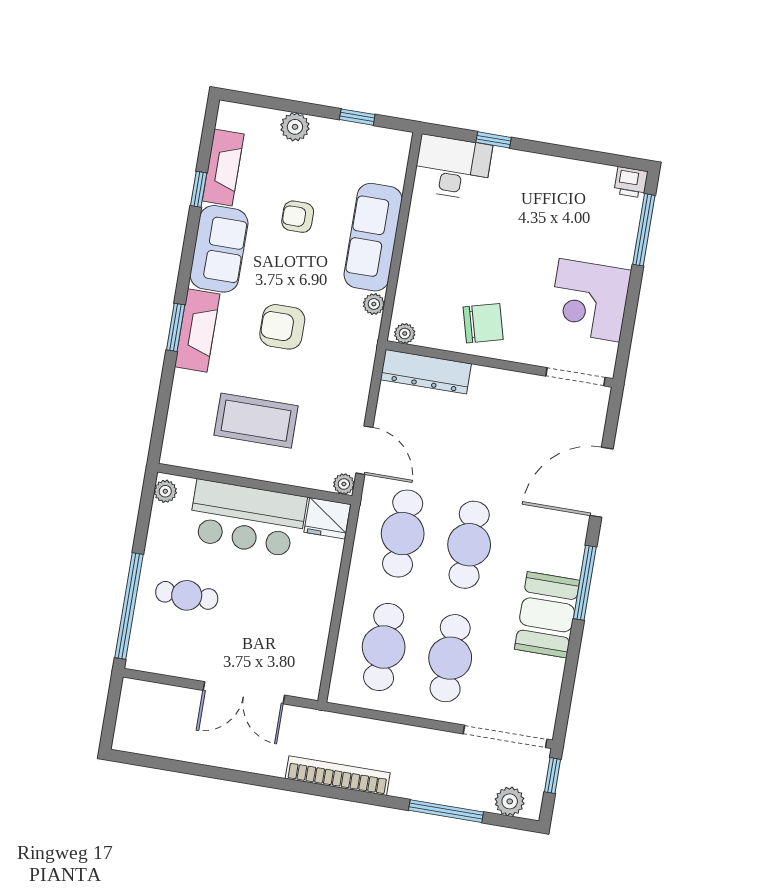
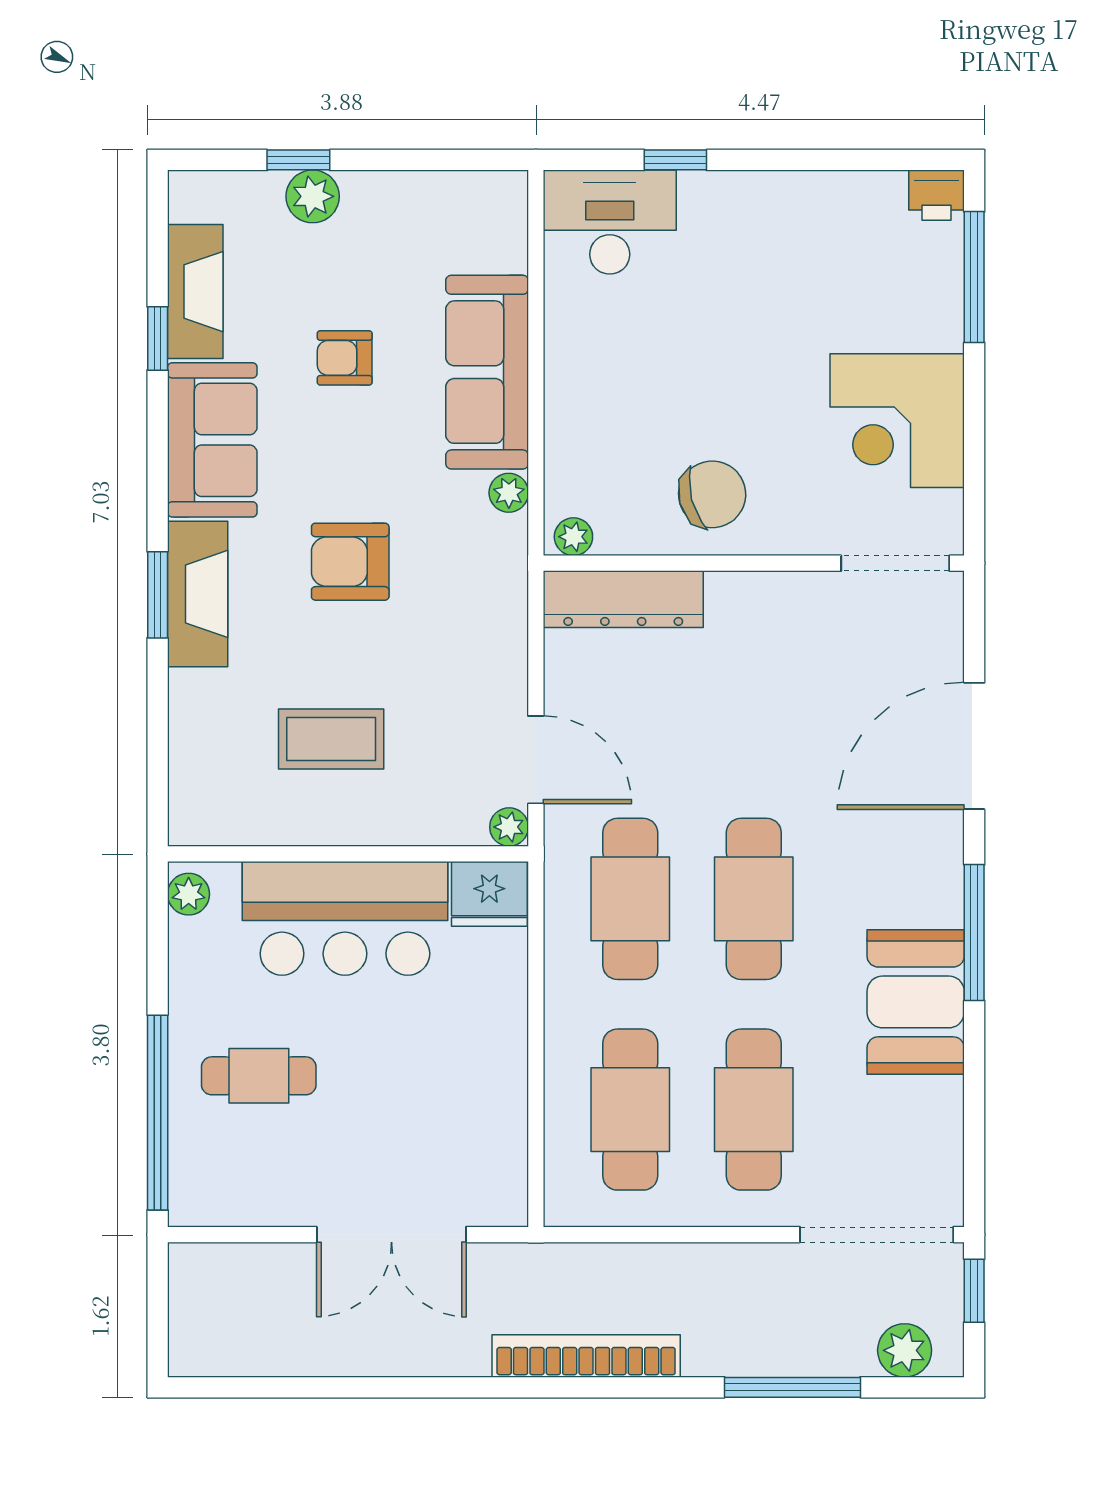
window: (357, 117) -> (298, 160), moved
coffee table: (256, 421) -> (331, 739), width x0.73, depth x0.76

